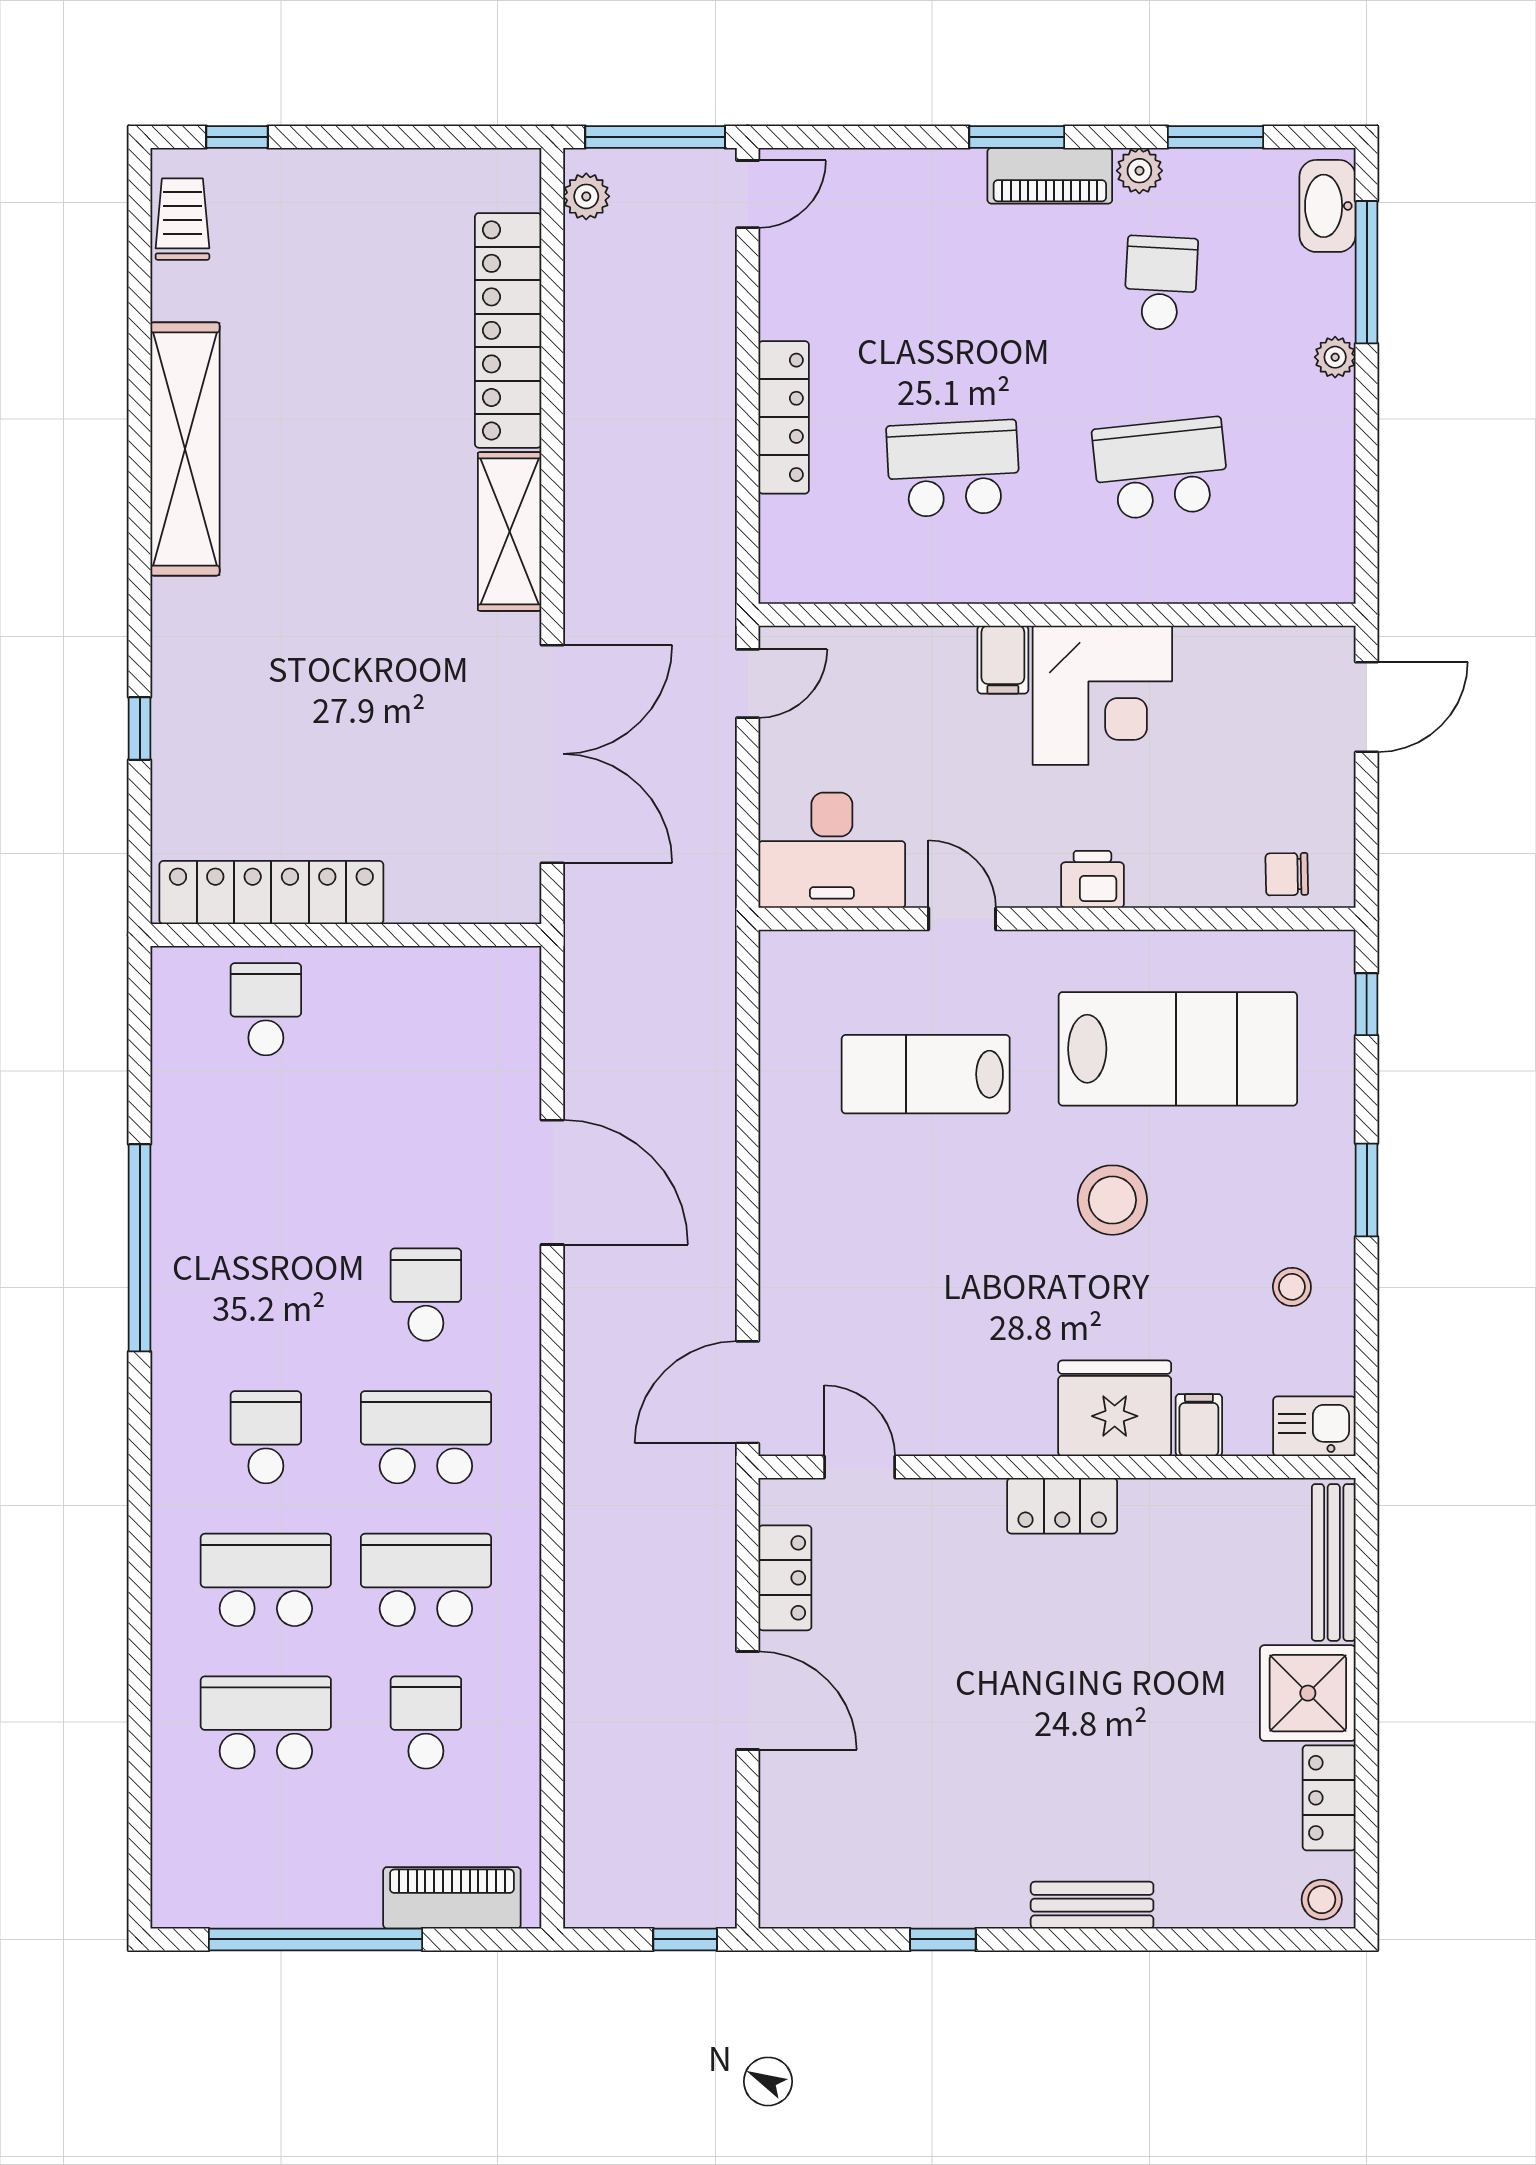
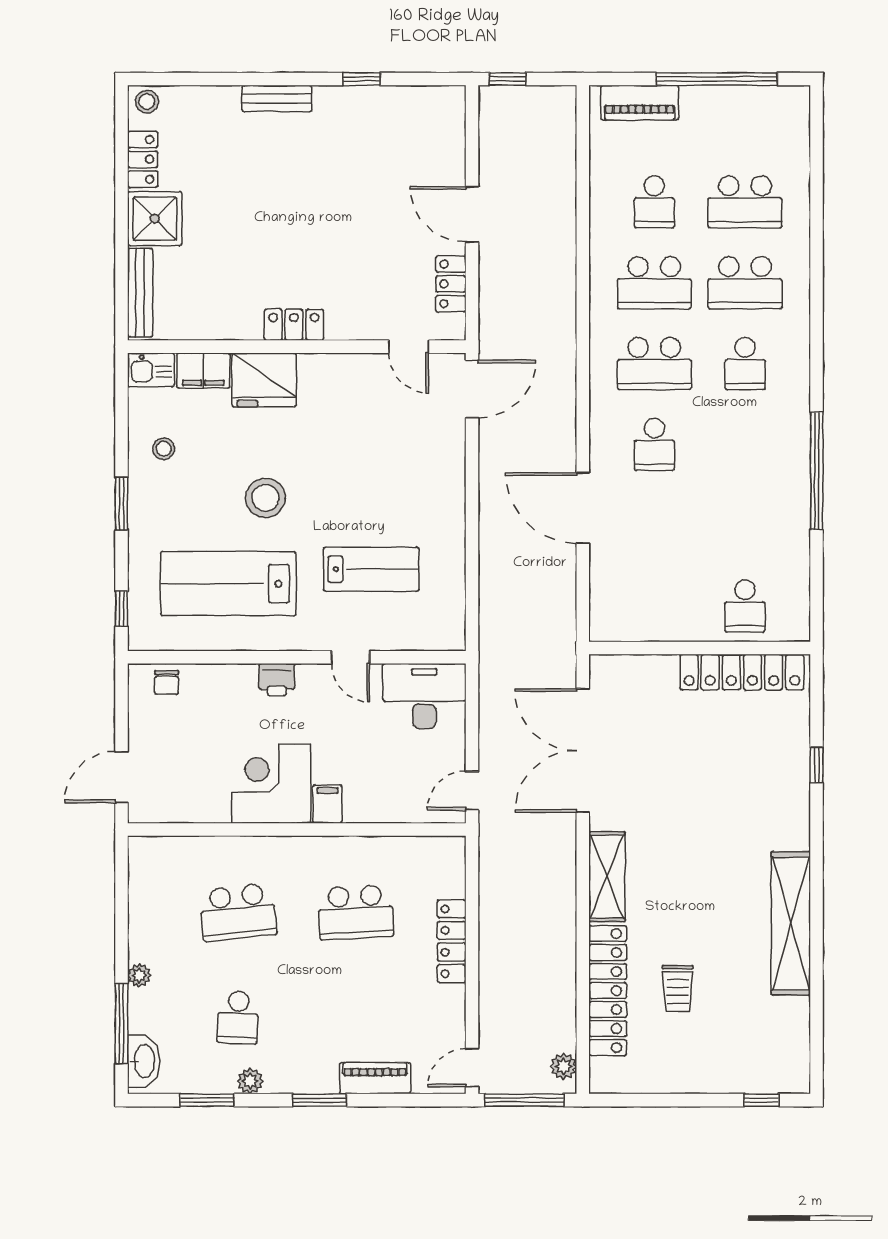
piano: (1050, 176) -> (375, 1078), moved
trolley: (182, 219) -> (678, 988), moved
chair: (1287, 874) -> (167, 683), turned 91
filing cabinet: (1199, 1425) -> (203, 370), width x2.00

